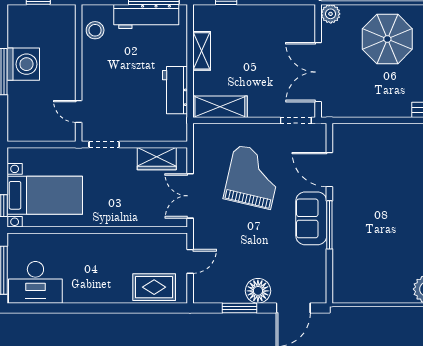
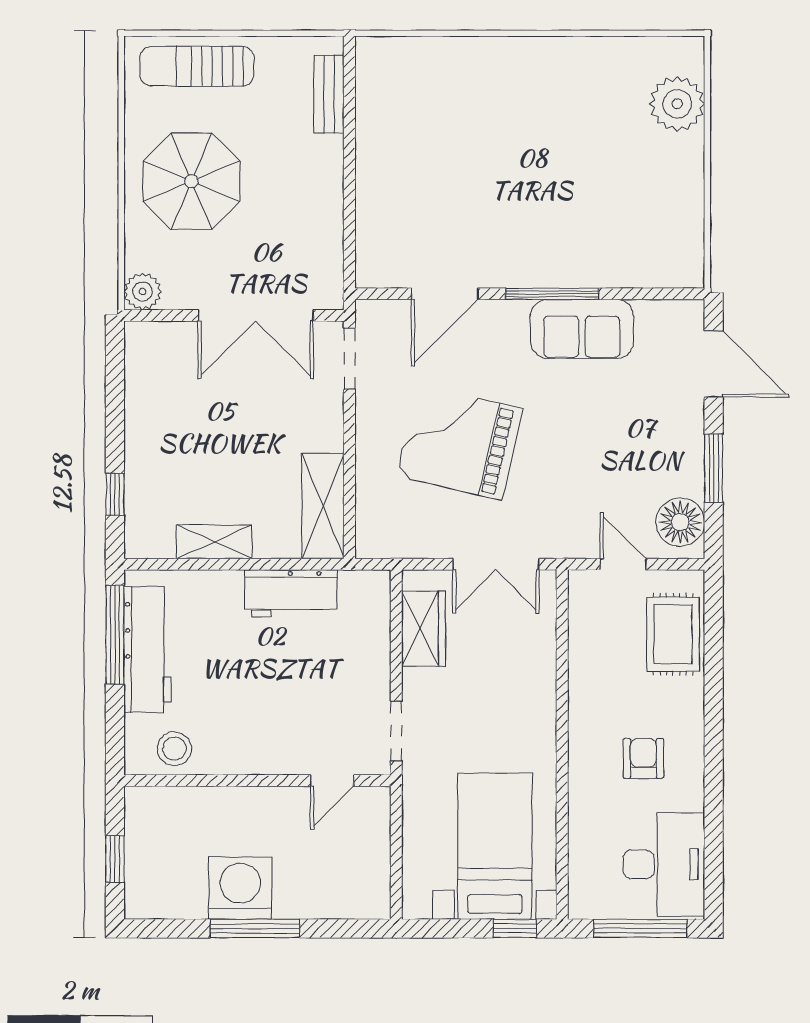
sofa: (311, 218) -> (582, 329), moved
armchair: (90, 272) -> (643, 758), added
floor lamp: (258, 291) -> (680, 522), moved

